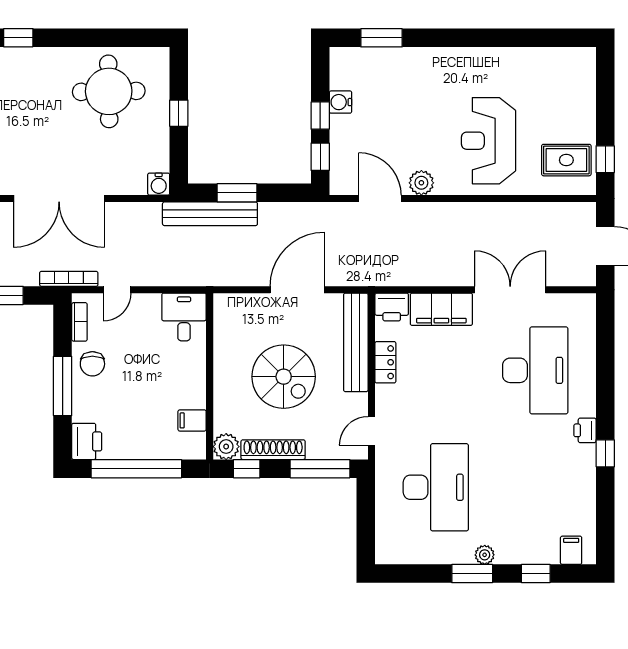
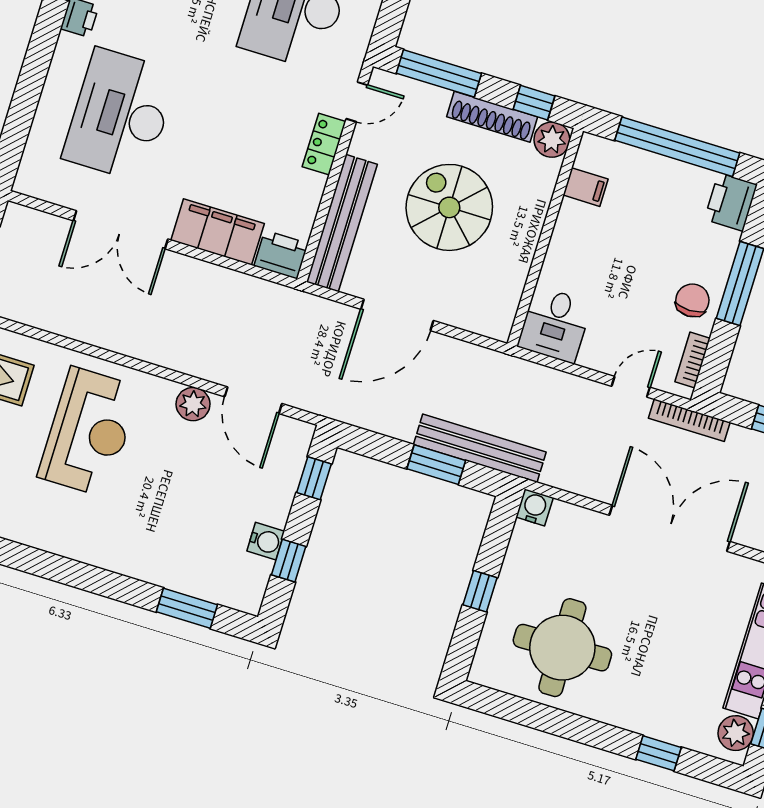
window: (320, 116) -> (289, 561), moved
locker: (385, 362) -> (324, 144), moved

